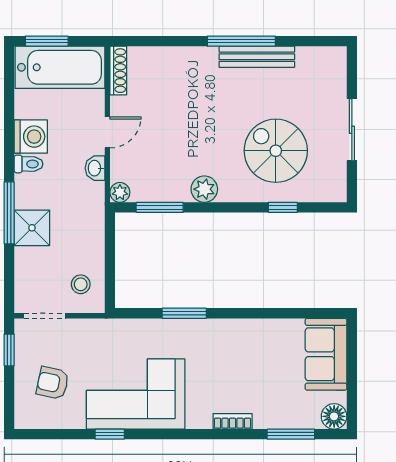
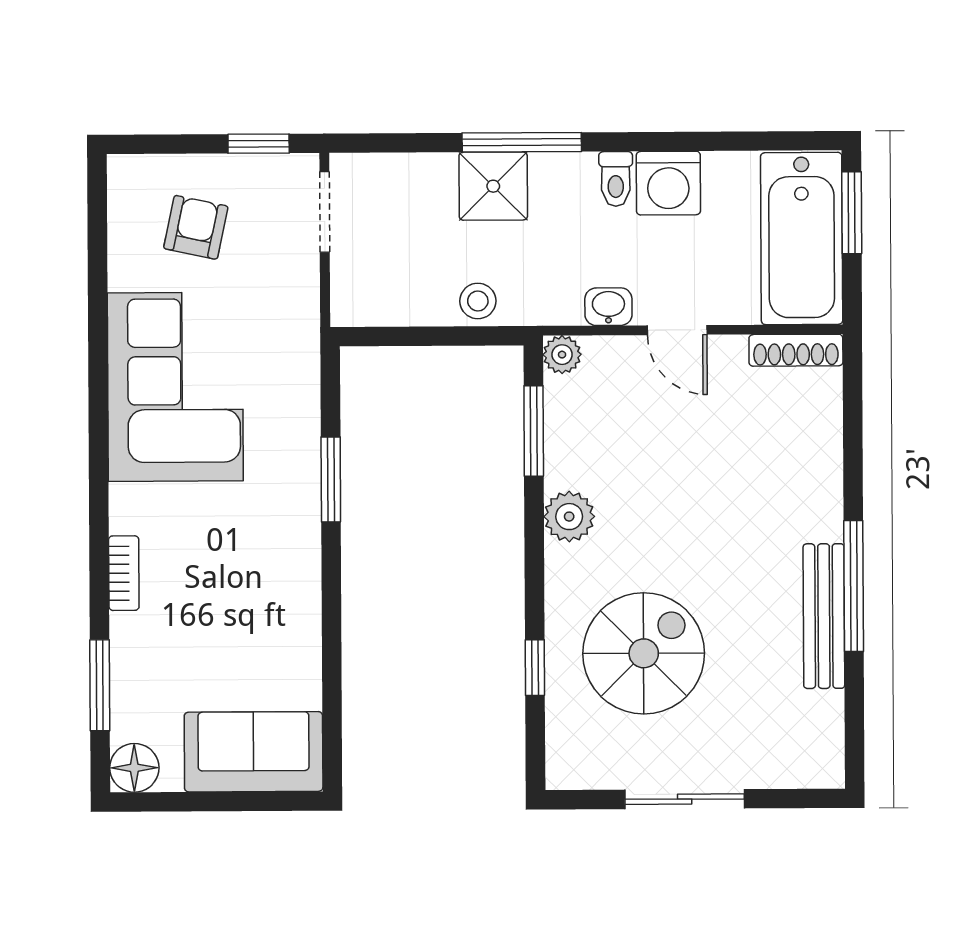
stool: (81, 284) -> (478, 301), moved
window: (110, 434) -> (98, 338), removed

